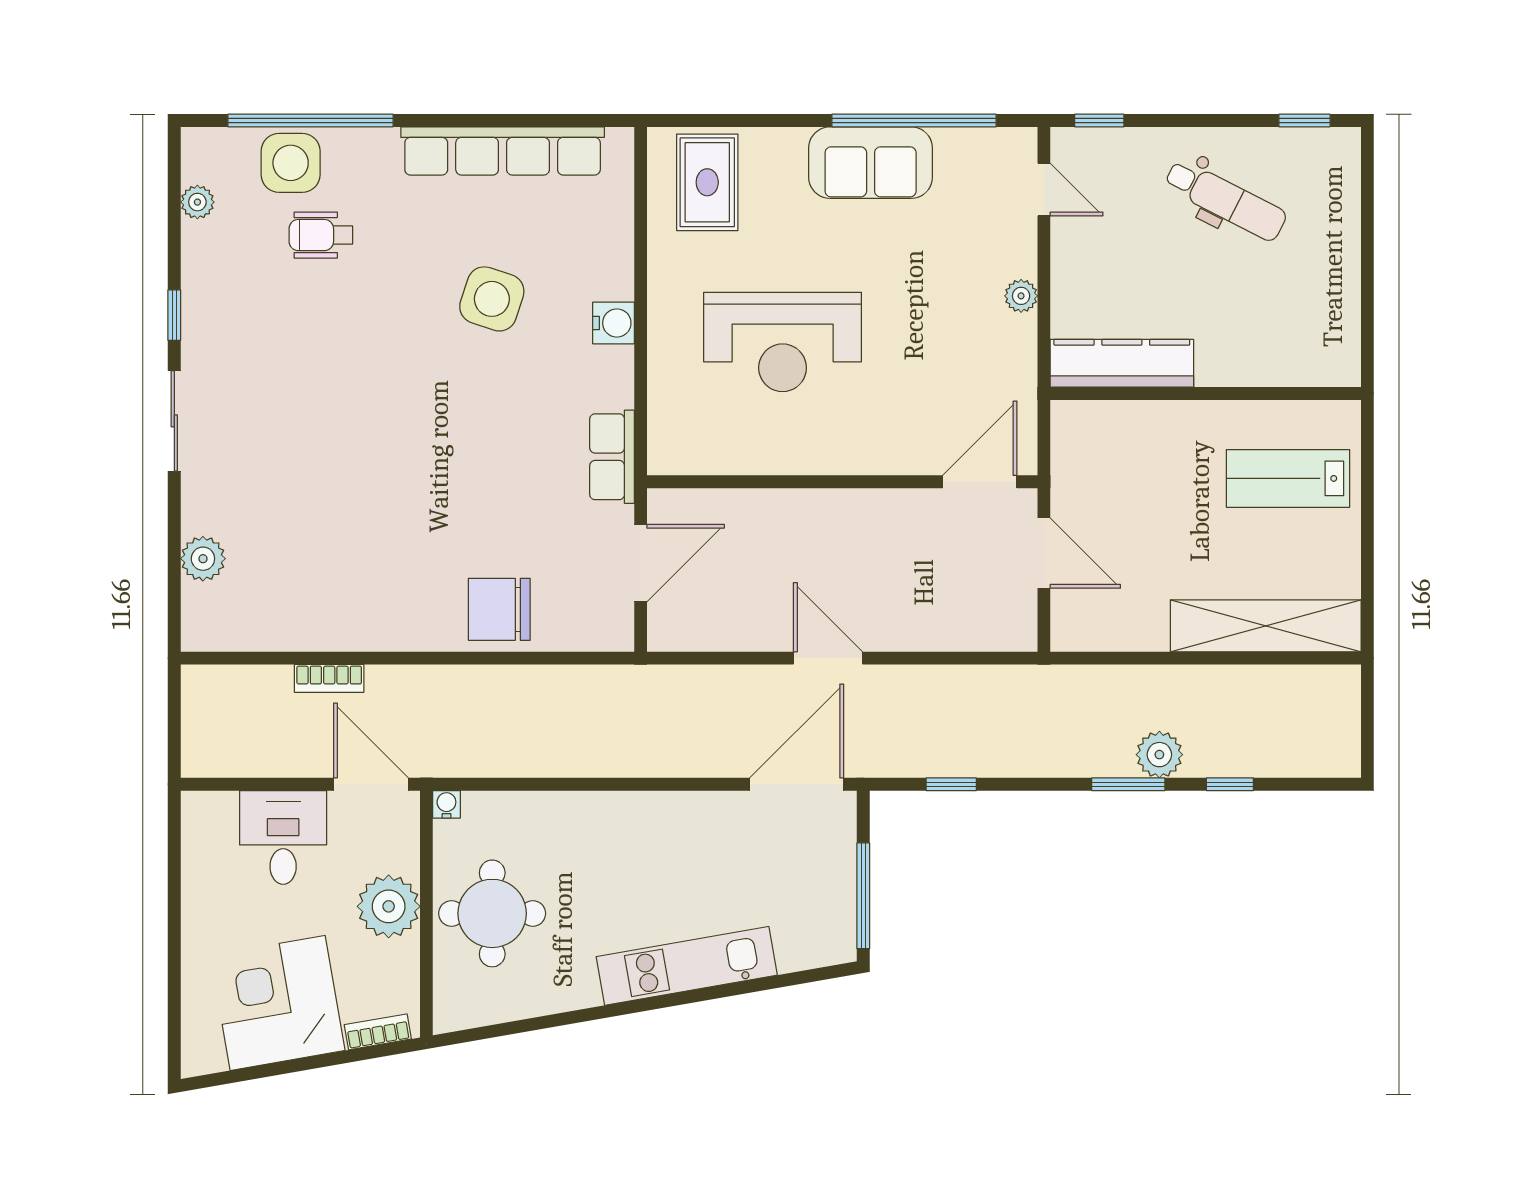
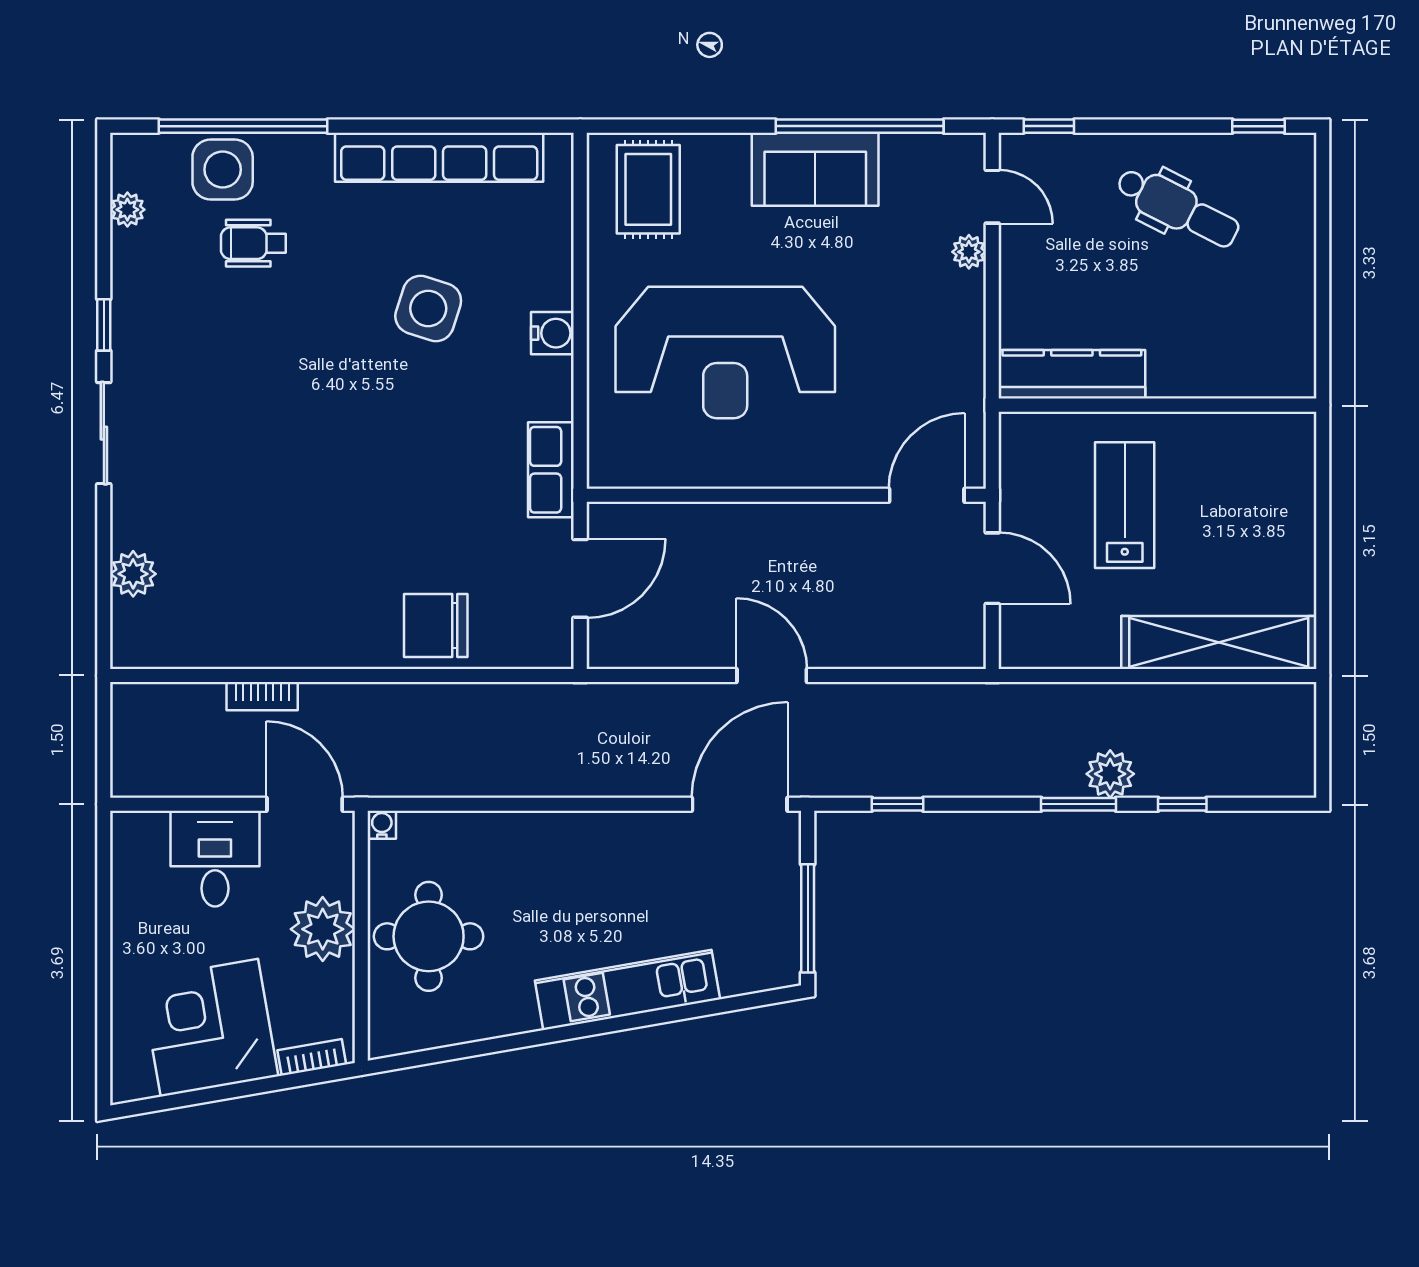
plant: (1021, 296) -> (969, 252), moved
reception desk: (783, 342) -> (725, 352), width x1.36, depth x1.30
lab bench: (1288, 478) -> (1125, 505), moved, turned 90

